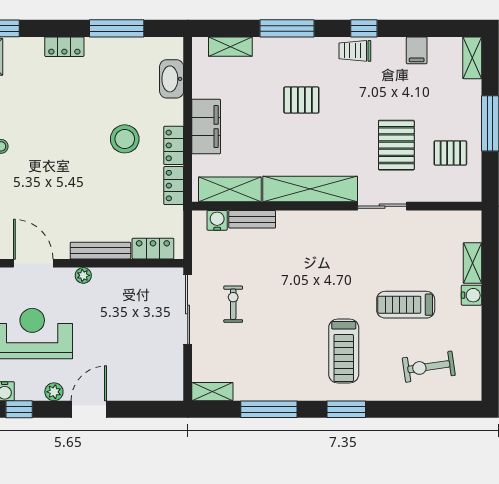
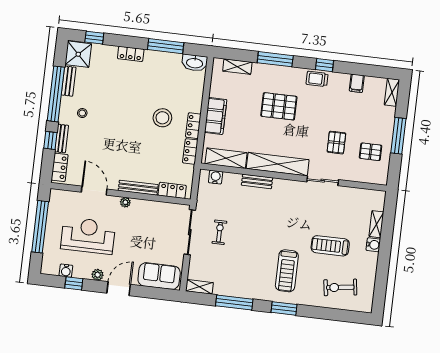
washbasin: (172, 79) -> (195, 63), moved, turned -90
pallet: (301, 100) -> (279, 106), width x1.50, depth x1.42
pallet: (396, 145) -> (336, 143), width x0.67, depth x0.71
bench: (252, 219) -> (257, 181), moved
sofa: (149, 382) -> (159, 276), added

